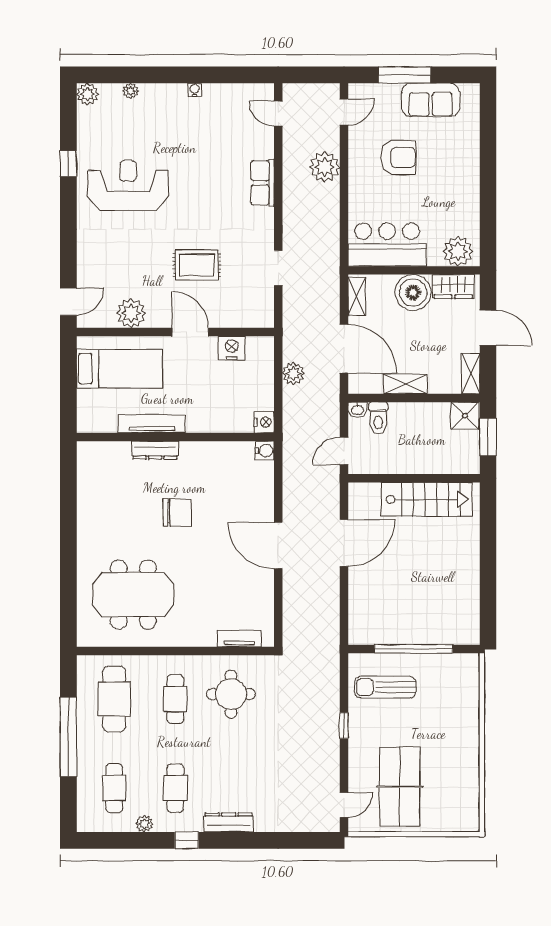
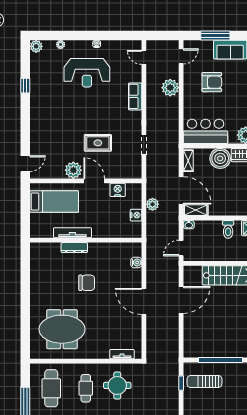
reception desk: (128, 185) -> (87, 73), moved, turned 180
plant: (131, 313) -> (73, 170), moved
shelving: (405, 384) -> (196, 210), moved
toilet: (378, 418) -> (228, 229), moved
nightstand: (264, 422) -> (136, 215), moved
water cooler: (265, 451) -> (136, 263), moved
window: (344, 725) -> (181, 383), moved

